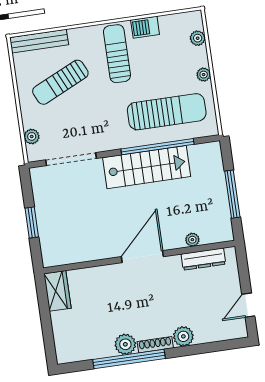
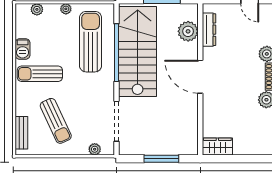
bench: (39, 41) -> (21, 133), width x0.73
stairs: (147, 167) -> (138, 51), width x1.36, depth x1.51
window: (32, 222) -> (161, 159), width x1.44
plant: (192, 240) -> (188, 31), width x1.88, depth x1.88

